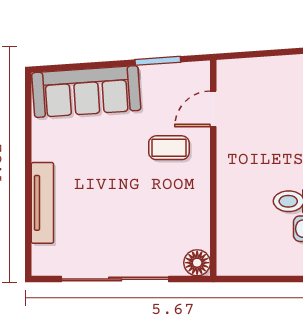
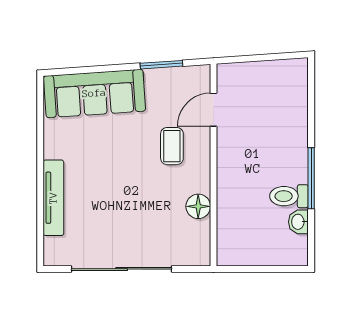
coffee table: (169, 148) -> (172, 146), turned 90
floor lamp: (197, 263) -> (198, 206), moved

